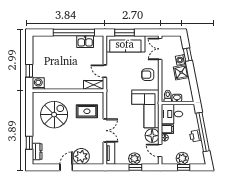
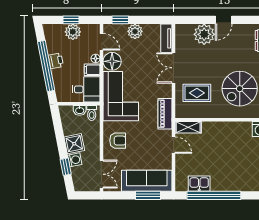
piano: (111, 95) -> (165, 114), added
window: (135, 167) -> (120, 20), moved

